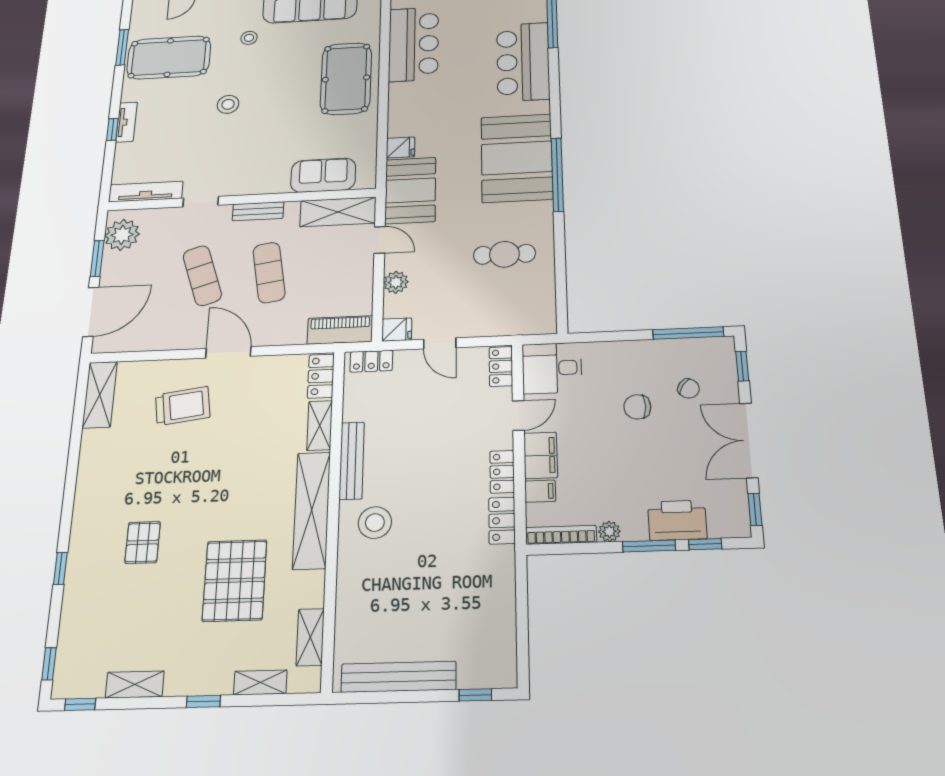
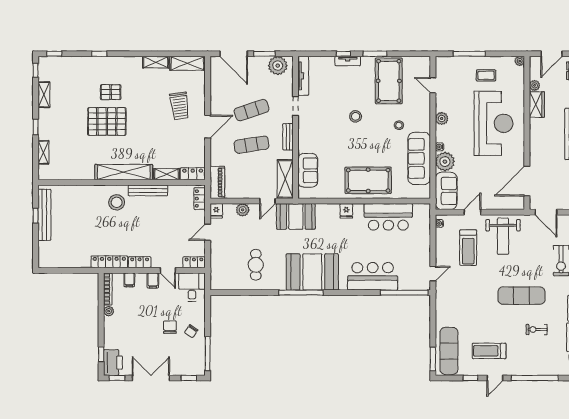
window: (122, 47) -> (375, 54), moved
fridge: (401, 148) -> (346, 211), moved
chair: (689, 389) -> (191, 331), moved
filing cabinet: (541, 455) -> (153, 280), width x0.50
printer: (677, 520) -> (113, 363), moved
locker: (502, 521) -> (109, 262), width x1.53
window: (649, 546) -> (101, 329), removed
pallet: (235, 580) -> (107, 121), moved
shelving: (310, 637) -> (156, 62), moved
window: (475, 695) -> (36, 216), moved

